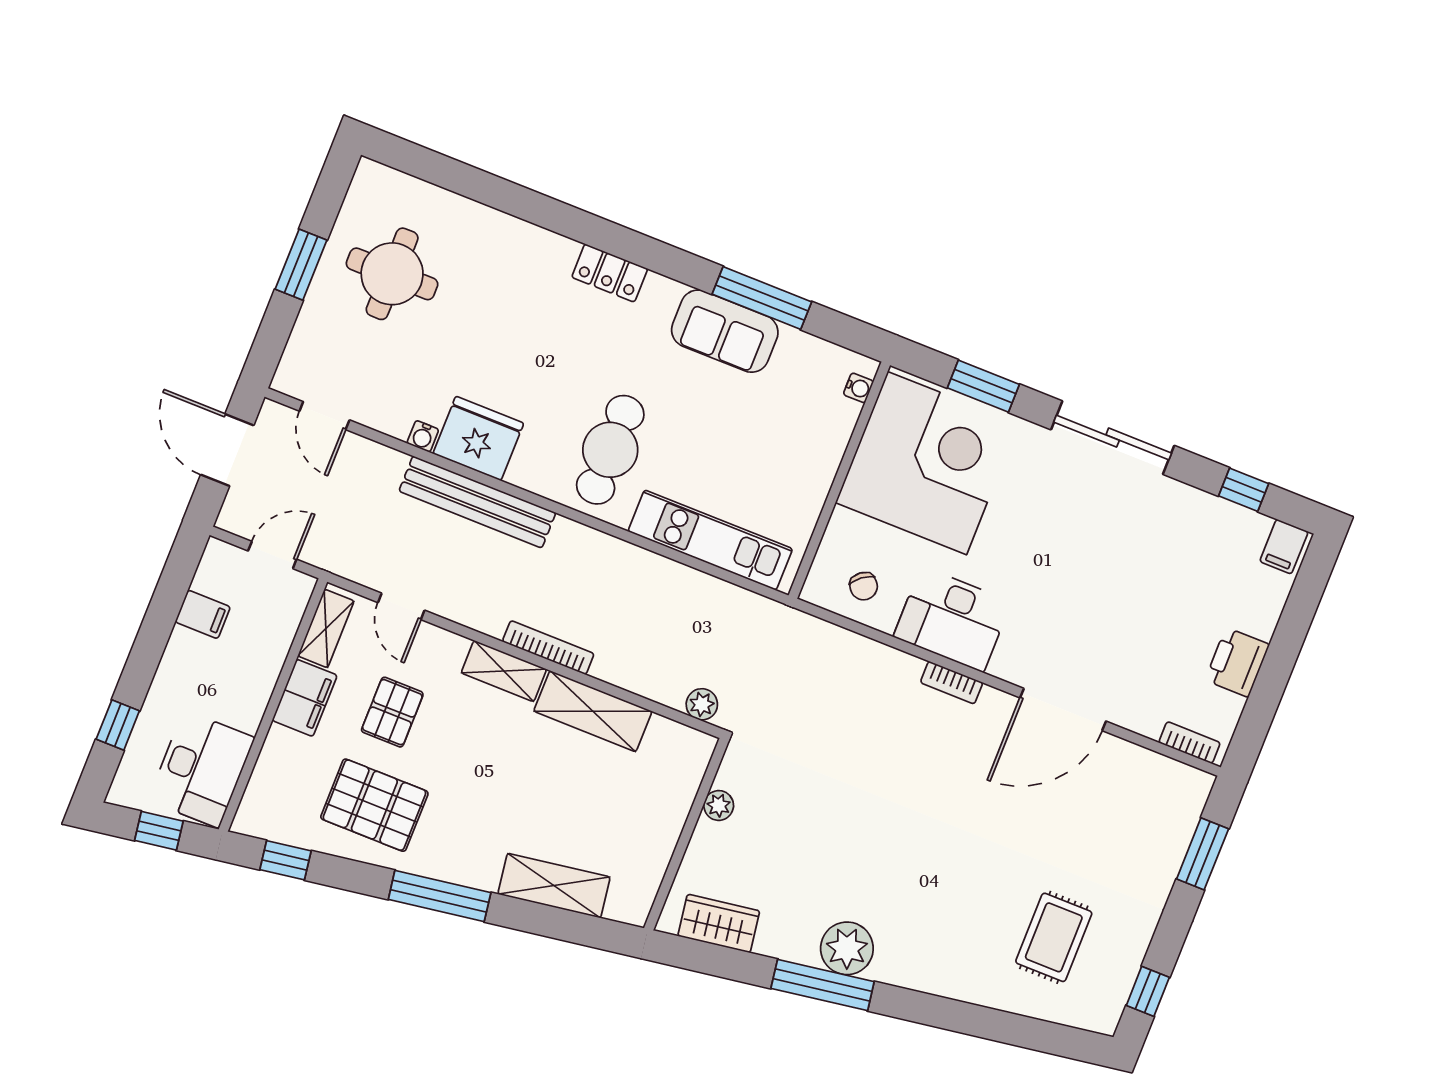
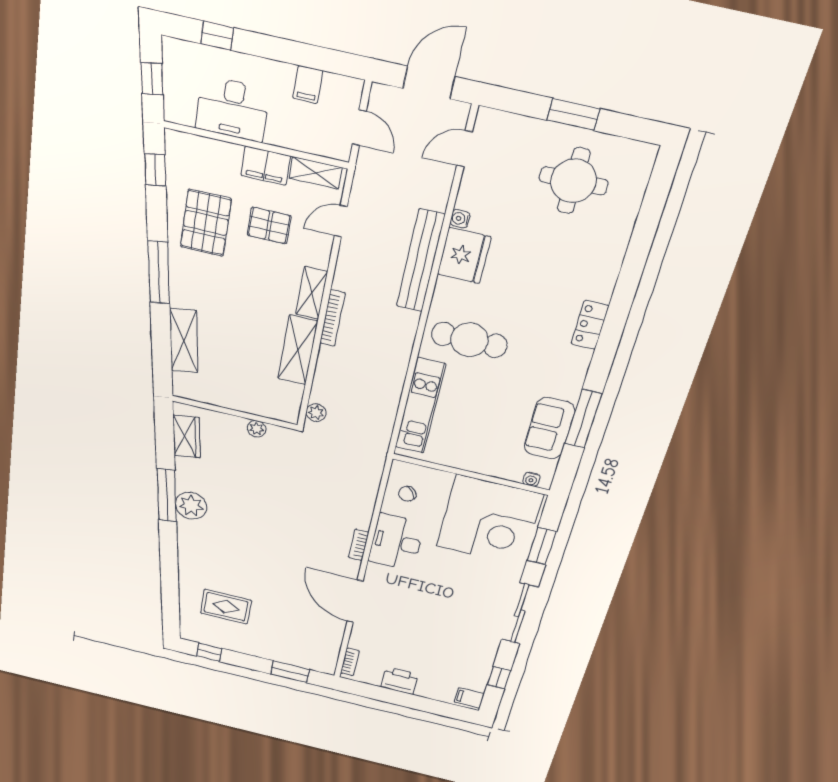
sofa: (725, 331) -> (549, 428), moved
desk: (201, 769) -> (232, 109), moved

